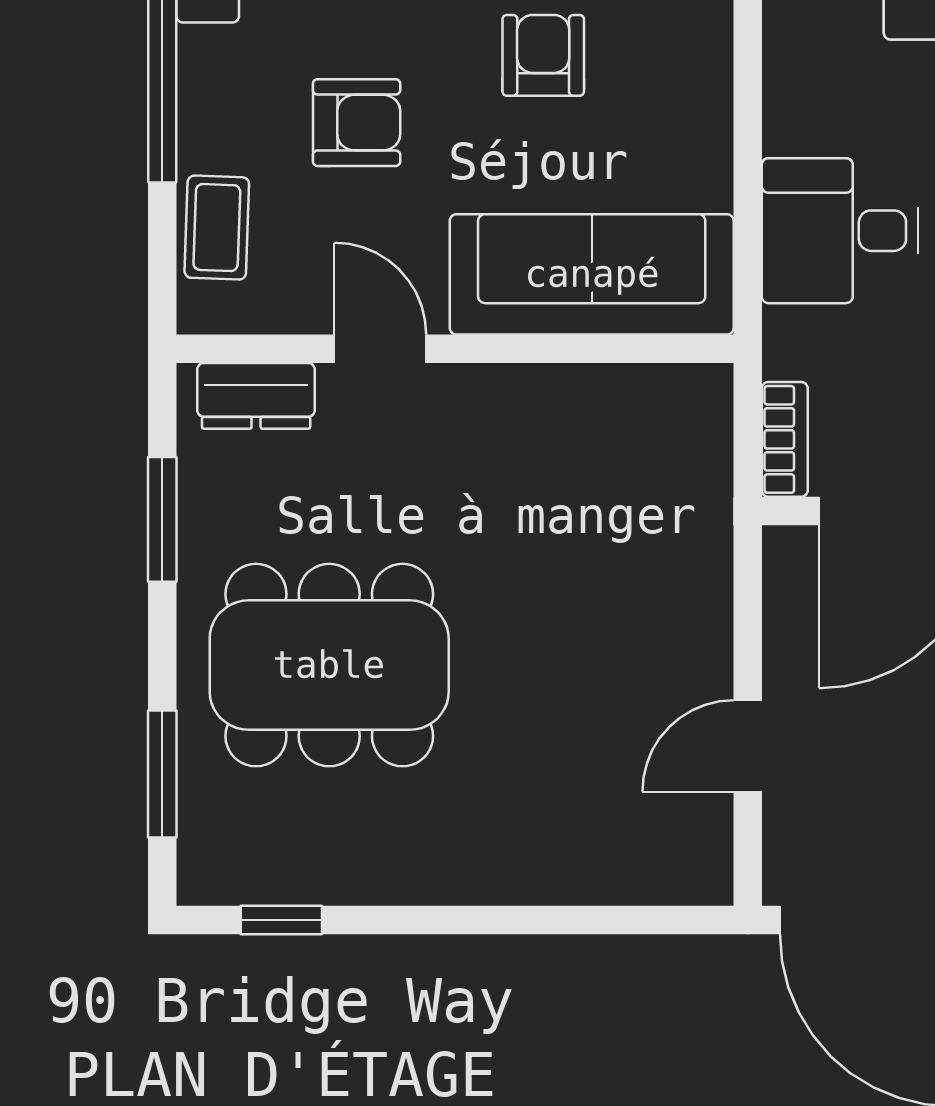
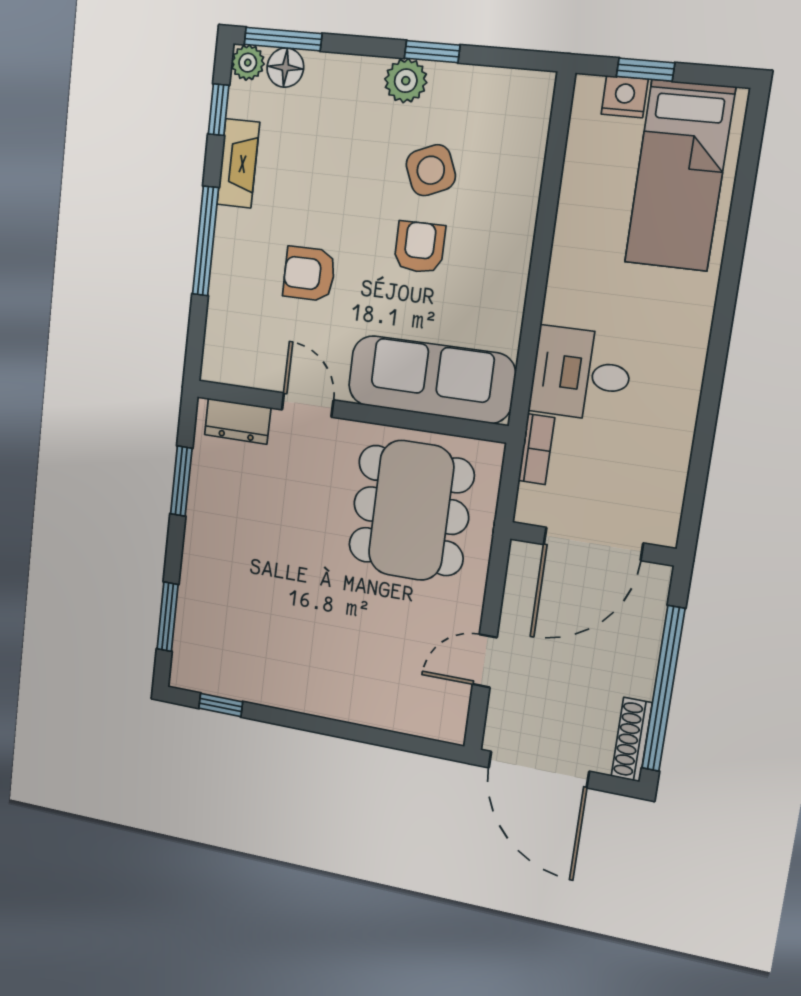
armchair: (357, 123) -> (309, 274), turned 180
coffee table: (217, 228) -> (227, 324), removed
bookcase: (785, 439) -> (536, 449), moved
dining table: (329, 665) -> (411, 510), moved, turned 90

